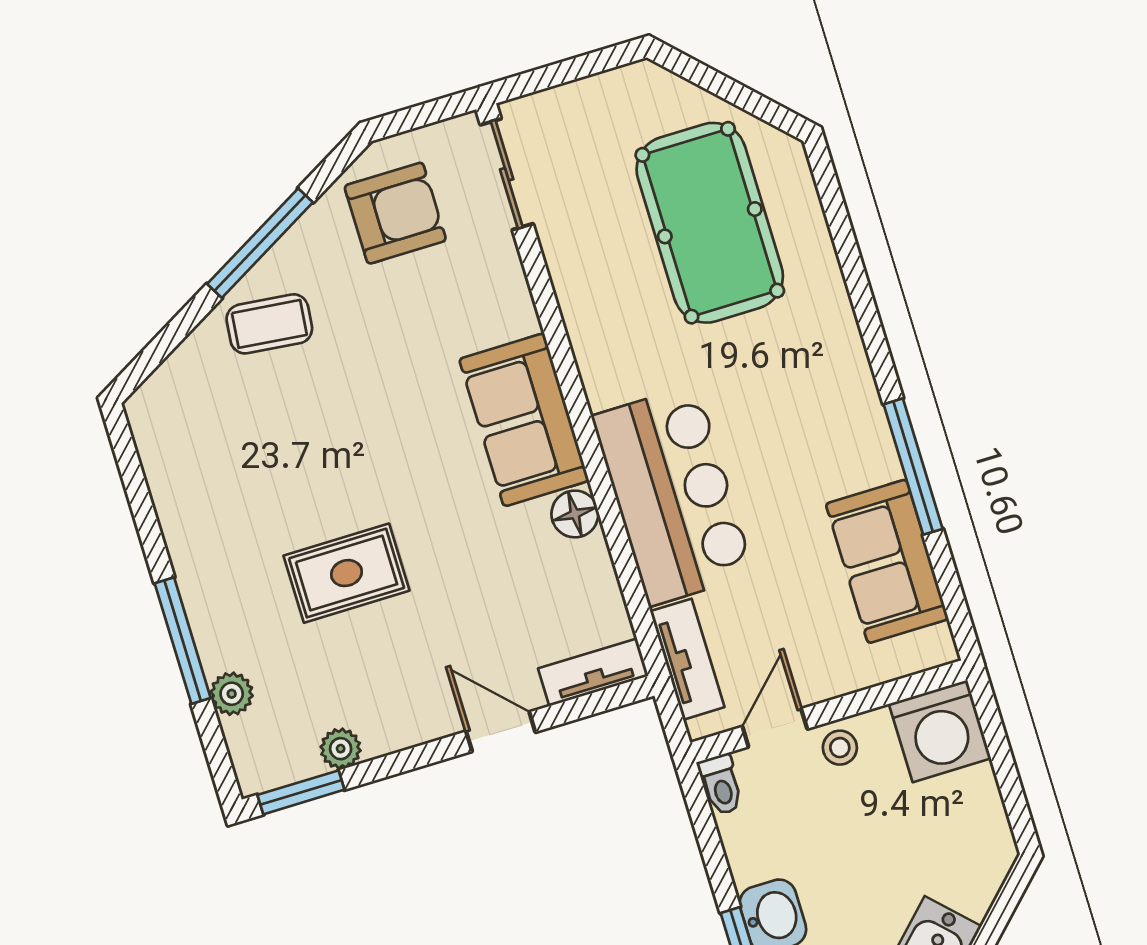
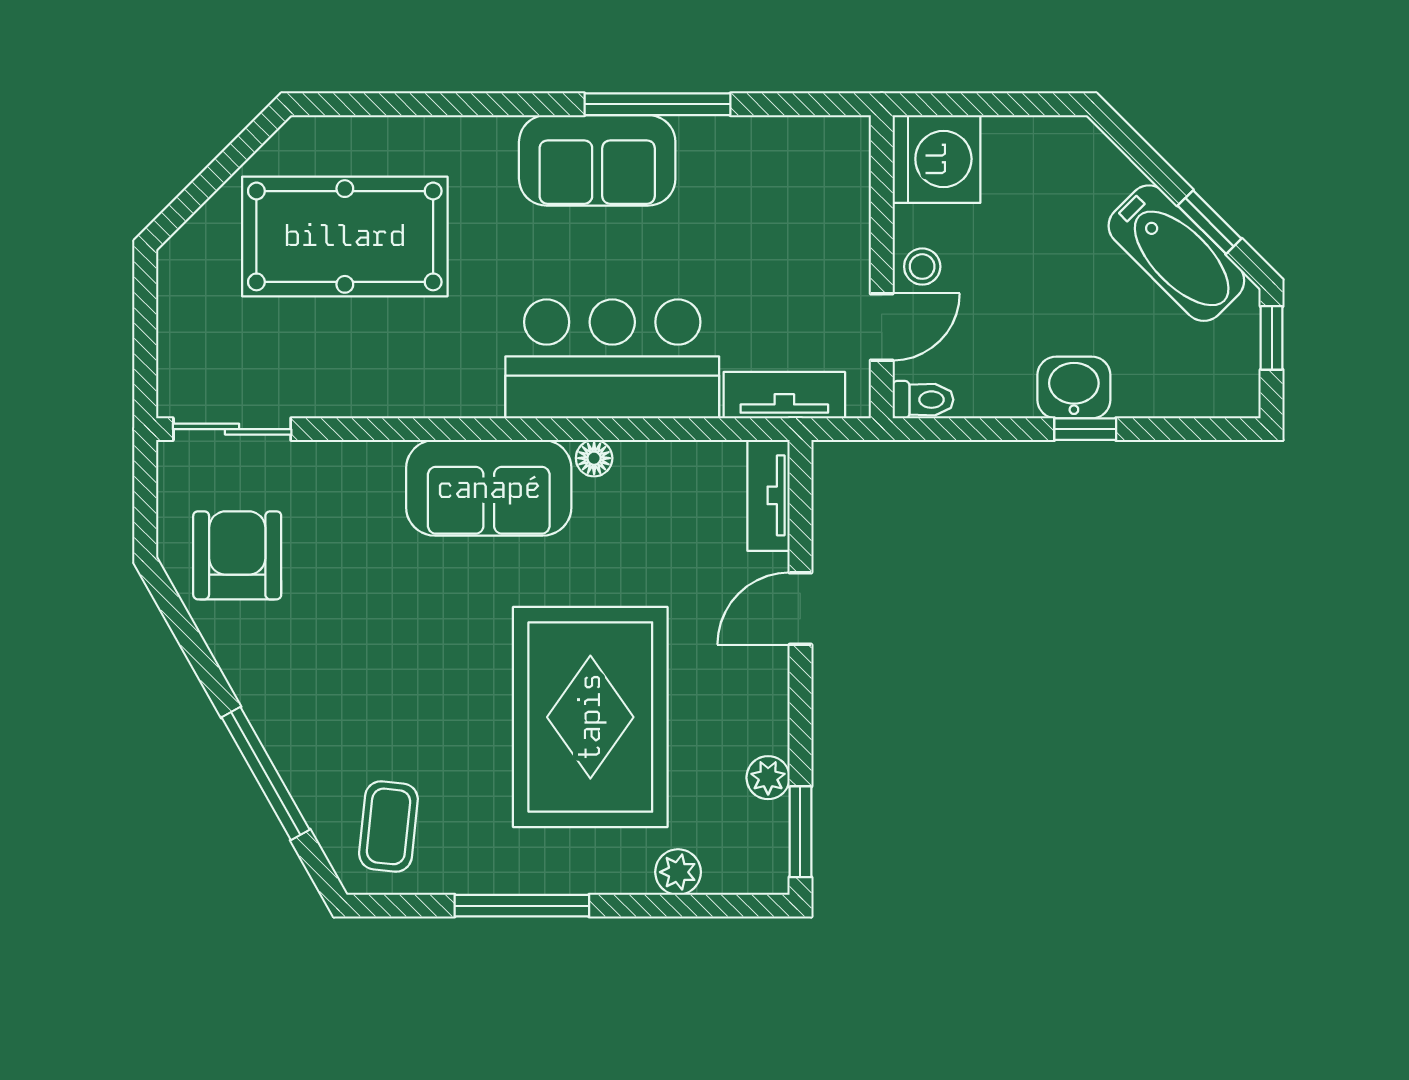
window: (260, 243) -> (266, 774), moved
coffee table: (269, 324) -> (388, 826), moved
floor lamp: (575, 514) -> (594, 458), width x0.73, depth x0.73
sofa: (887, 561) -> (597, 160), moved
rug: (346, 573) -> (590, 717), width x1.86, depth x2.06
window: (183, 641) -> (522, 906), moved
door: (775, 728) -> (882, 327), swing flipped

